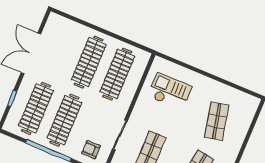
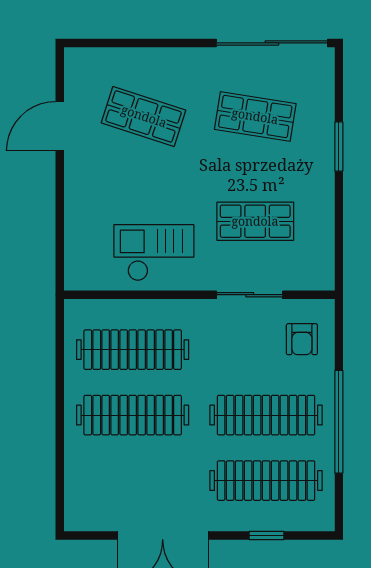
door: (228, 83) -> (60, 126), added
checkout: (170, 92) -> (154, 253), moved, turned 90
shop shelf: (217, 121) -> (144, 116), turned 30

